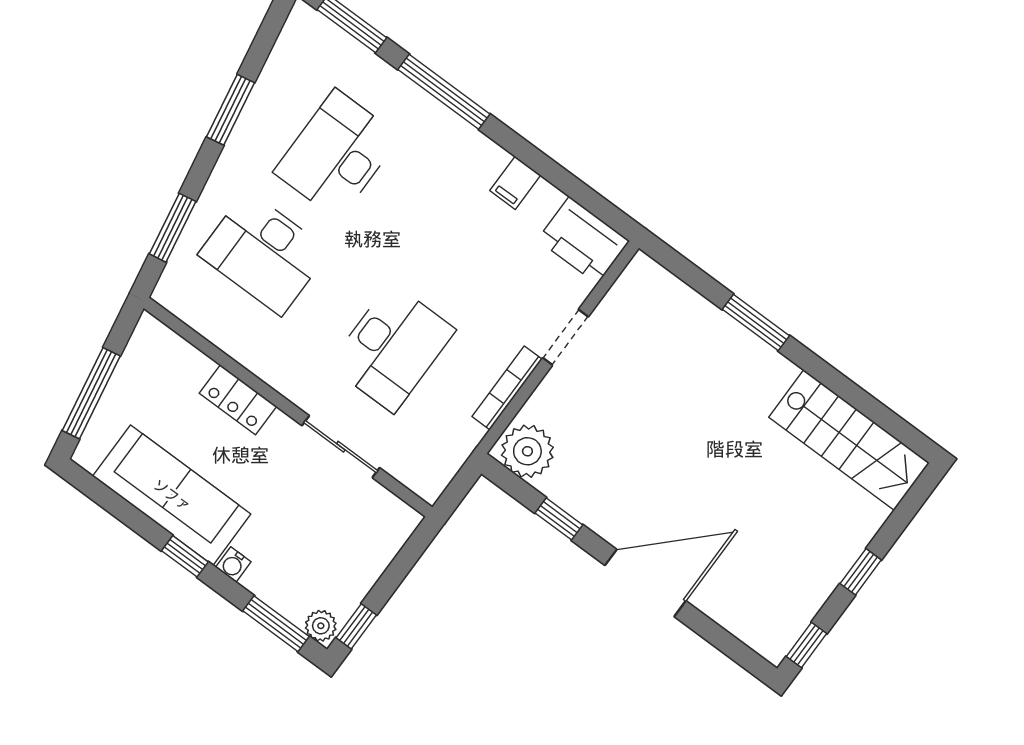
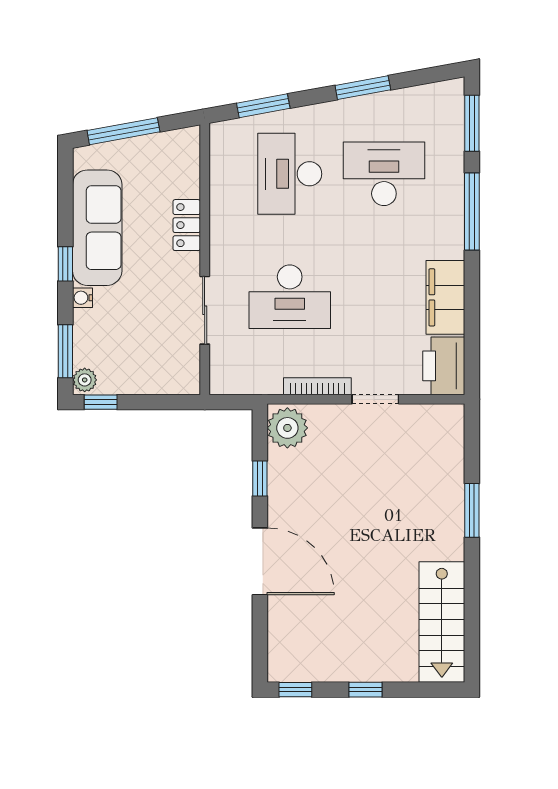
filing cabinet: (515, 183) -> (445, 297), width x3.00, depth x1.17

